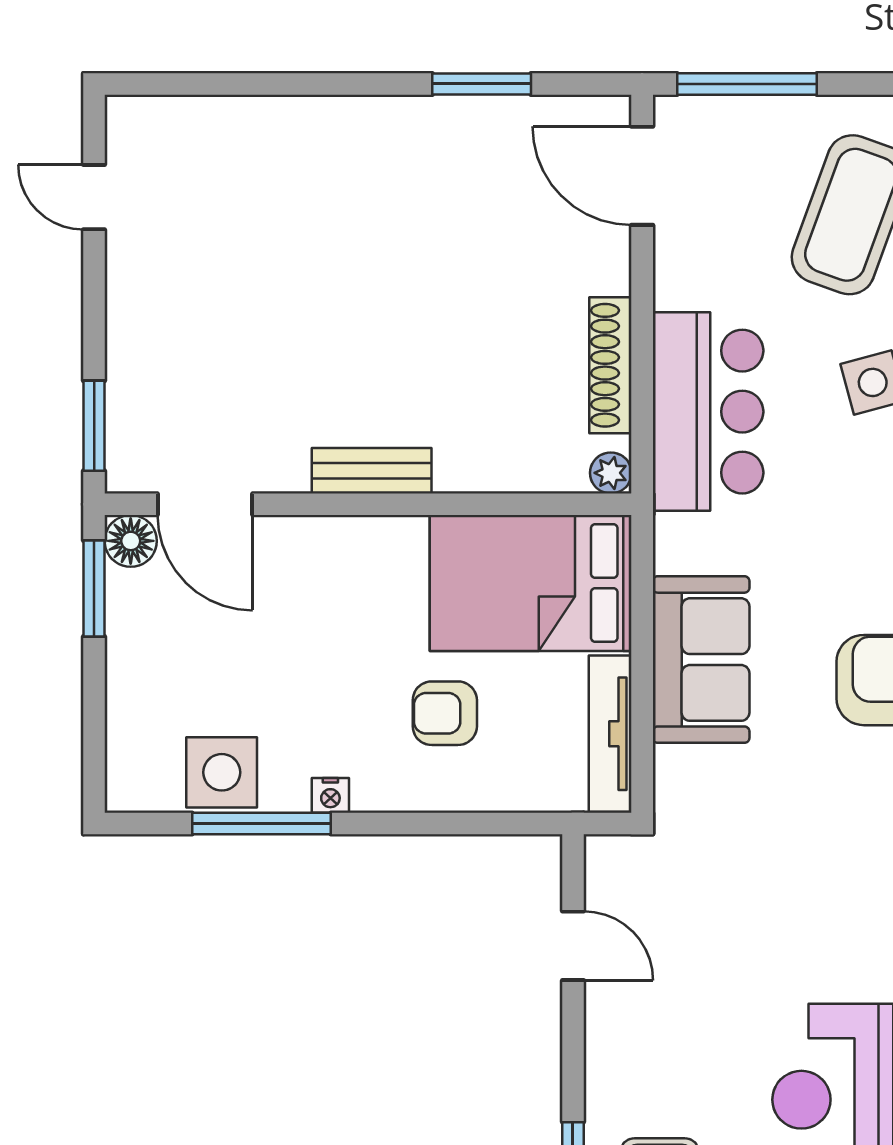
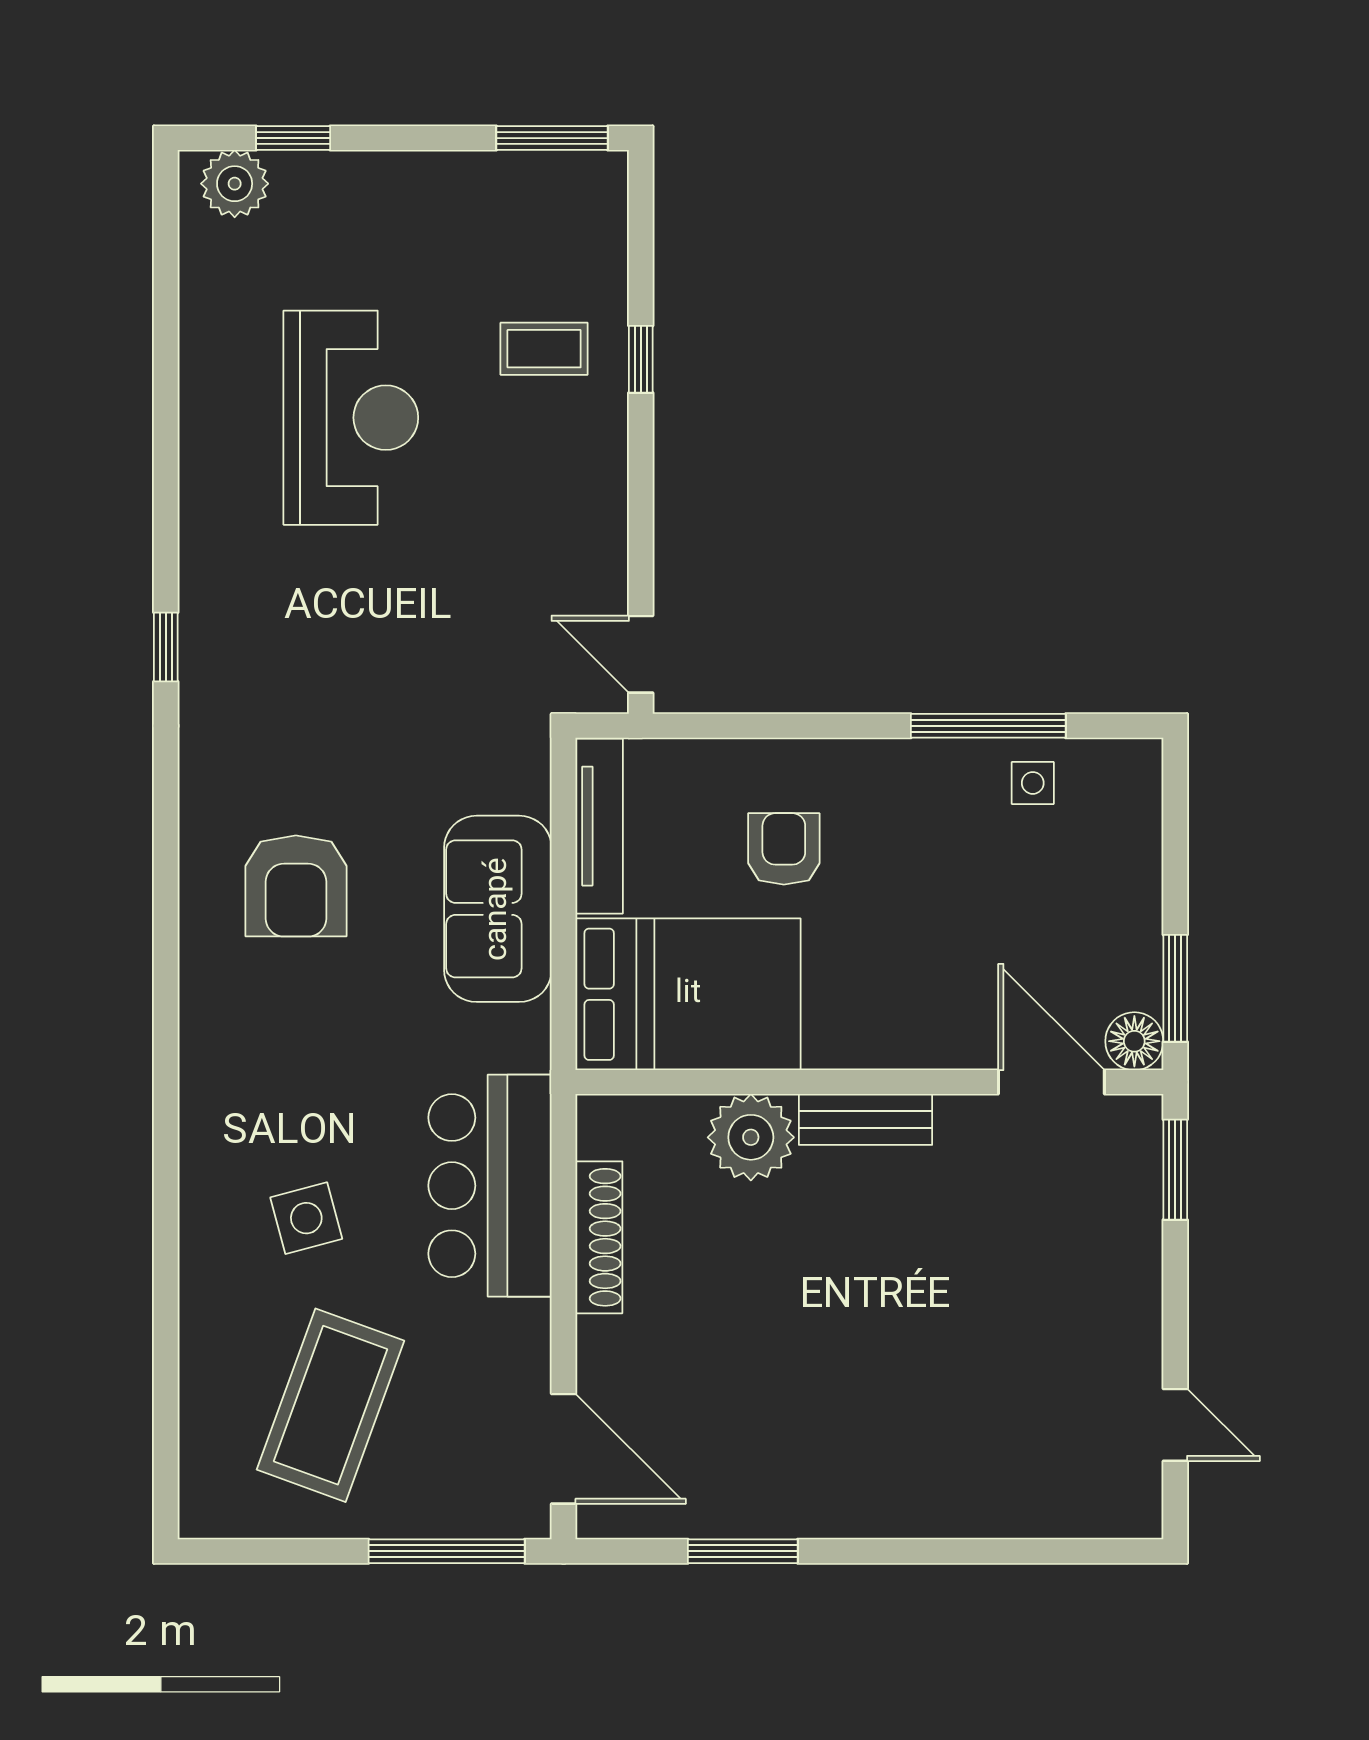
plant: (611, 473) -> (751, 1137), moved, width x1.87, depth x1.87
armchair: (445, 713) -> (784, 849), turned -90
side table: (222, 772) -> (1033, 783), width x0.54, depth x0.54
nightstand: (330, 795) -> (911, 757), removed
door: (573, 946) -> (641, 654), moved

